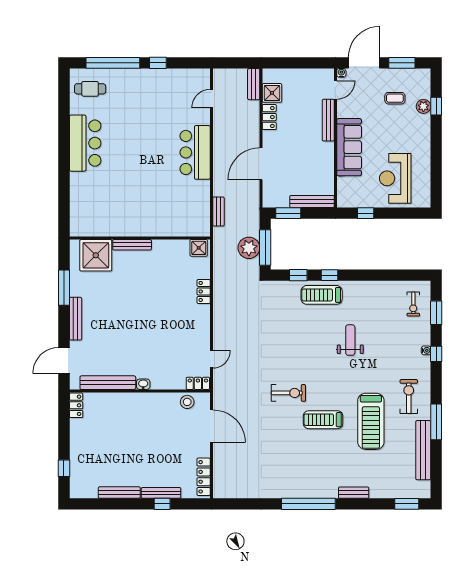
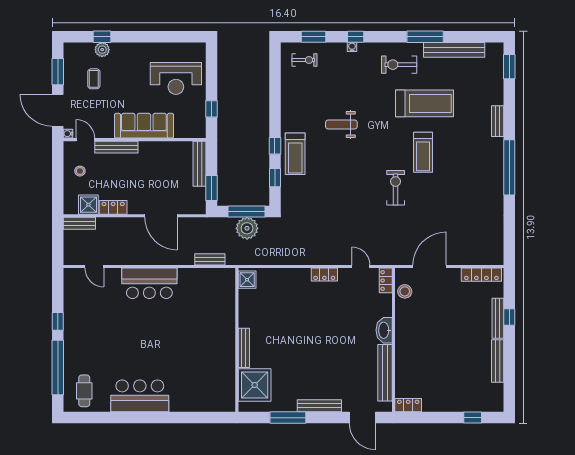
stool: (305, 85) -> (80, 171), added
locker: (204, 291) -> (324, 275), moved
washbasin: (143, 384) -> (384, 330), width x1.91, depth x1.45

